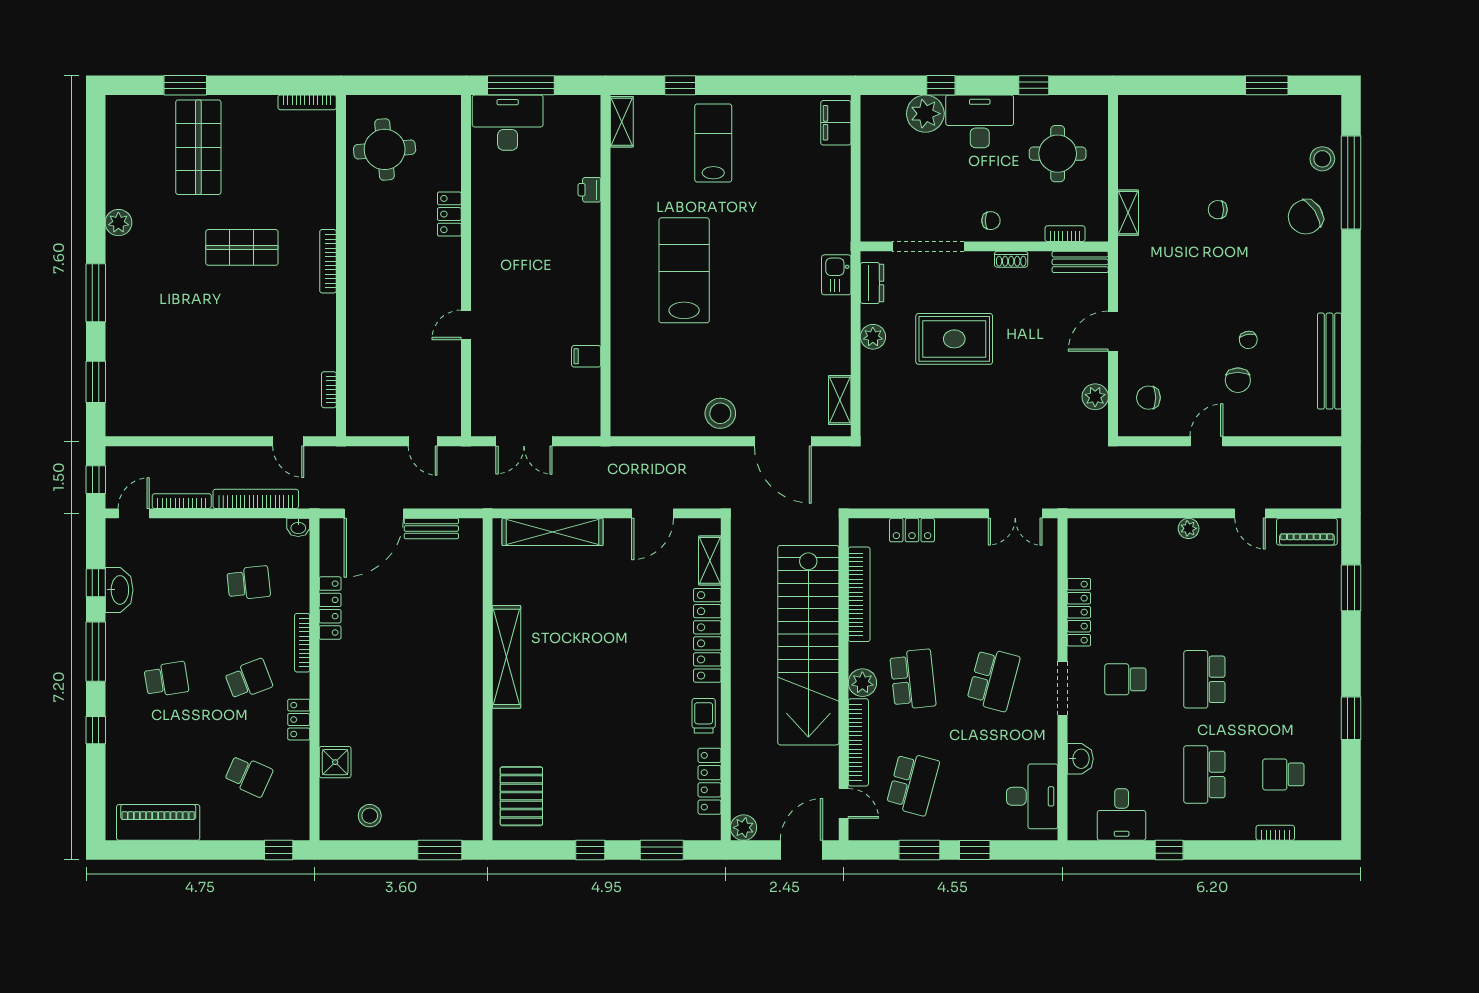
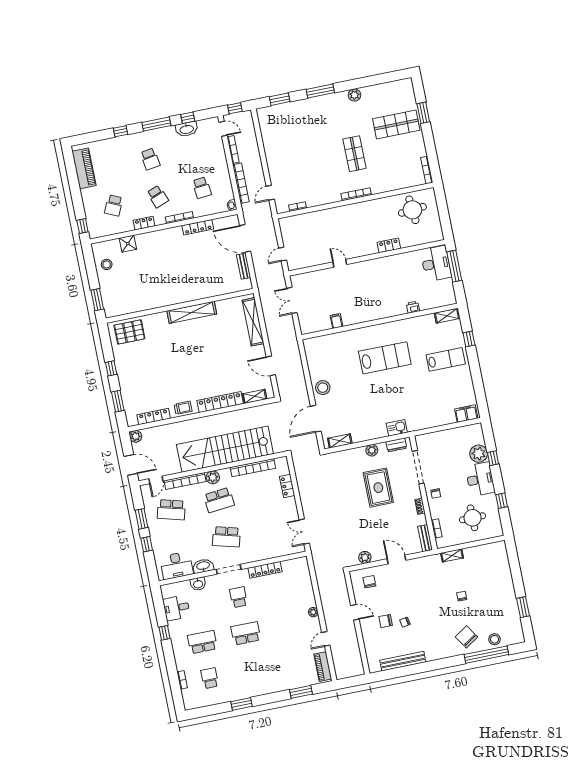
washbasin: (1045, 741) -> (203, 566), added

